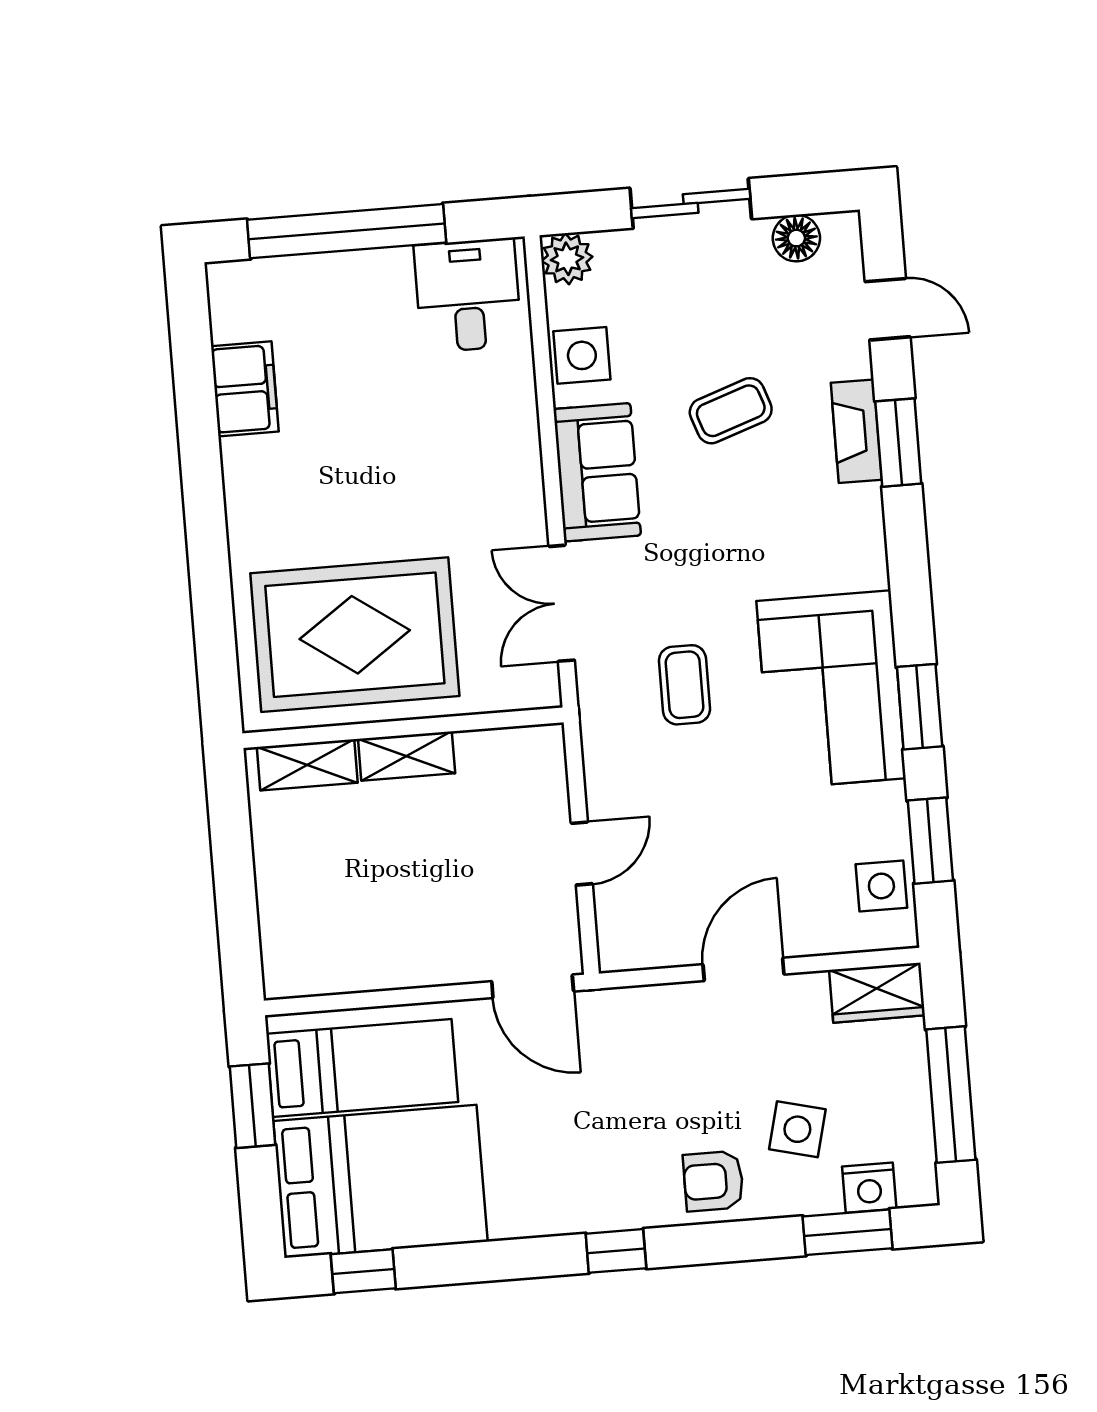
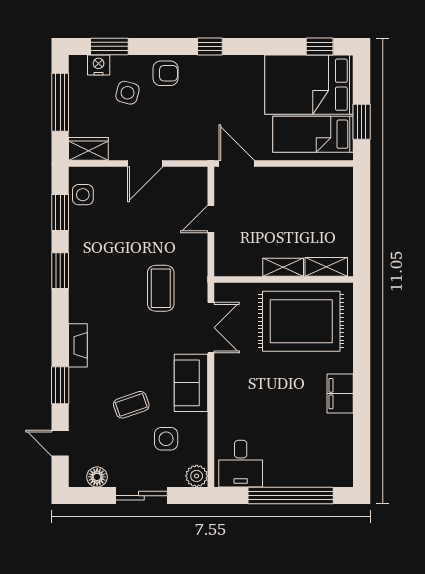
side table: (582, 355) -> (166, 439), moved
filing cabinet: (245, 389) -> (340, 394), moved
fireplace: (856, 431) -> (78, 345), moved
coffee table: (684, 685) -> (161, 288), width x1.36, depth x1.30
corner sofa: (831, 690) -> (98, 281), removed

